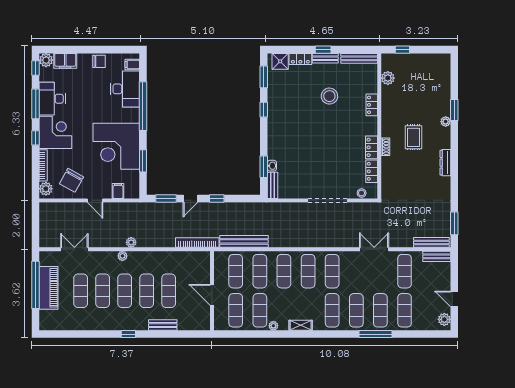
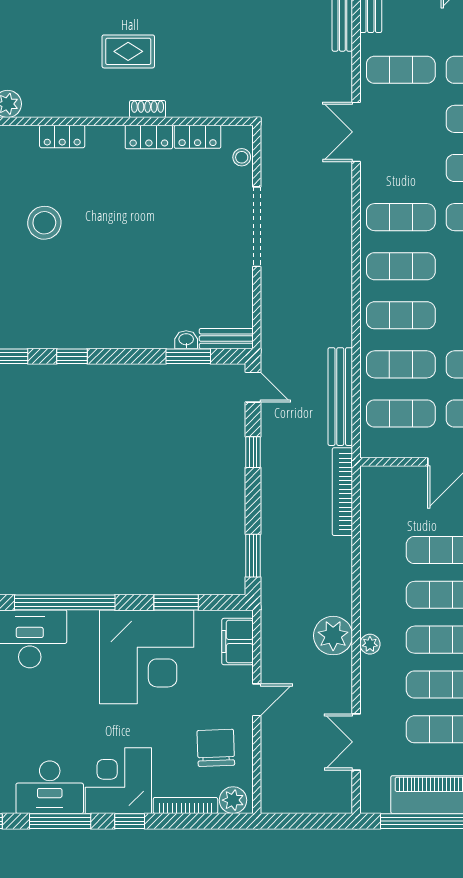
chair: (71, 180) -> (216, 748), turned -121
filing cabinet: (118, 191) -> (237, 642), width x2.00
door: (190, 199) -> (253, 387), moved
plant: (131, 242) -> (333, 636), width x1.87, depth x1.87

